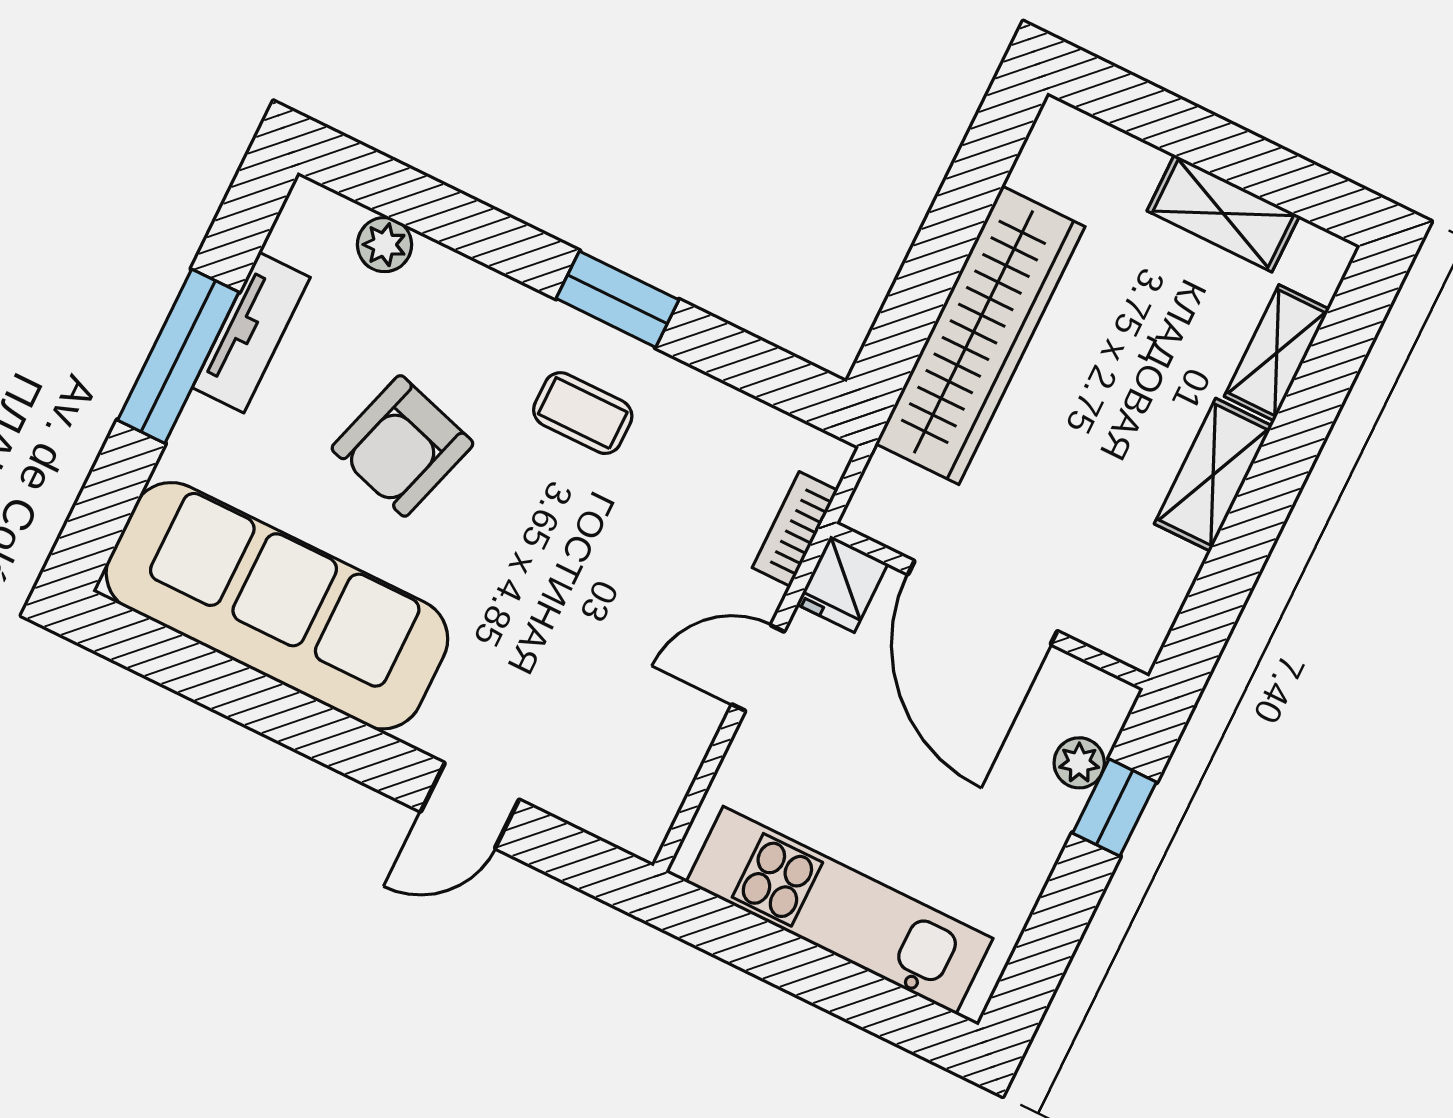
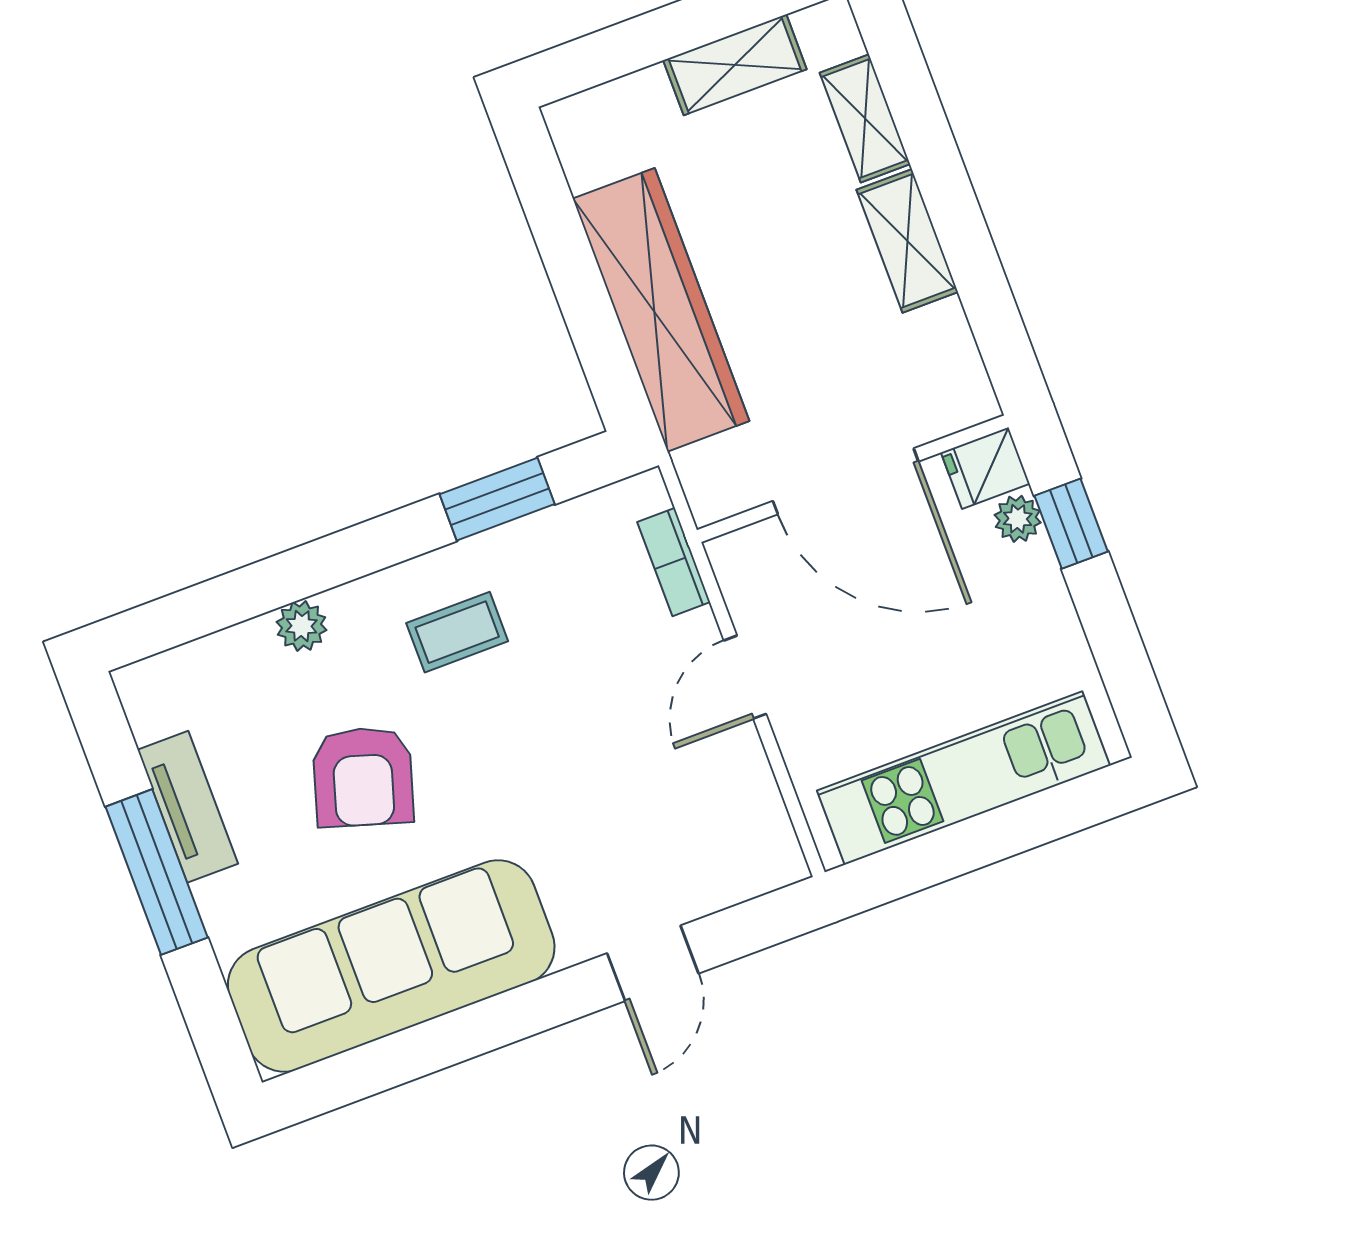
plant: (385, 245) -> (302, 626), moved
window: (617, 299) -> (497, 499), moved
fridge: (842, 584) -> (985, 468), moved, turned 90

